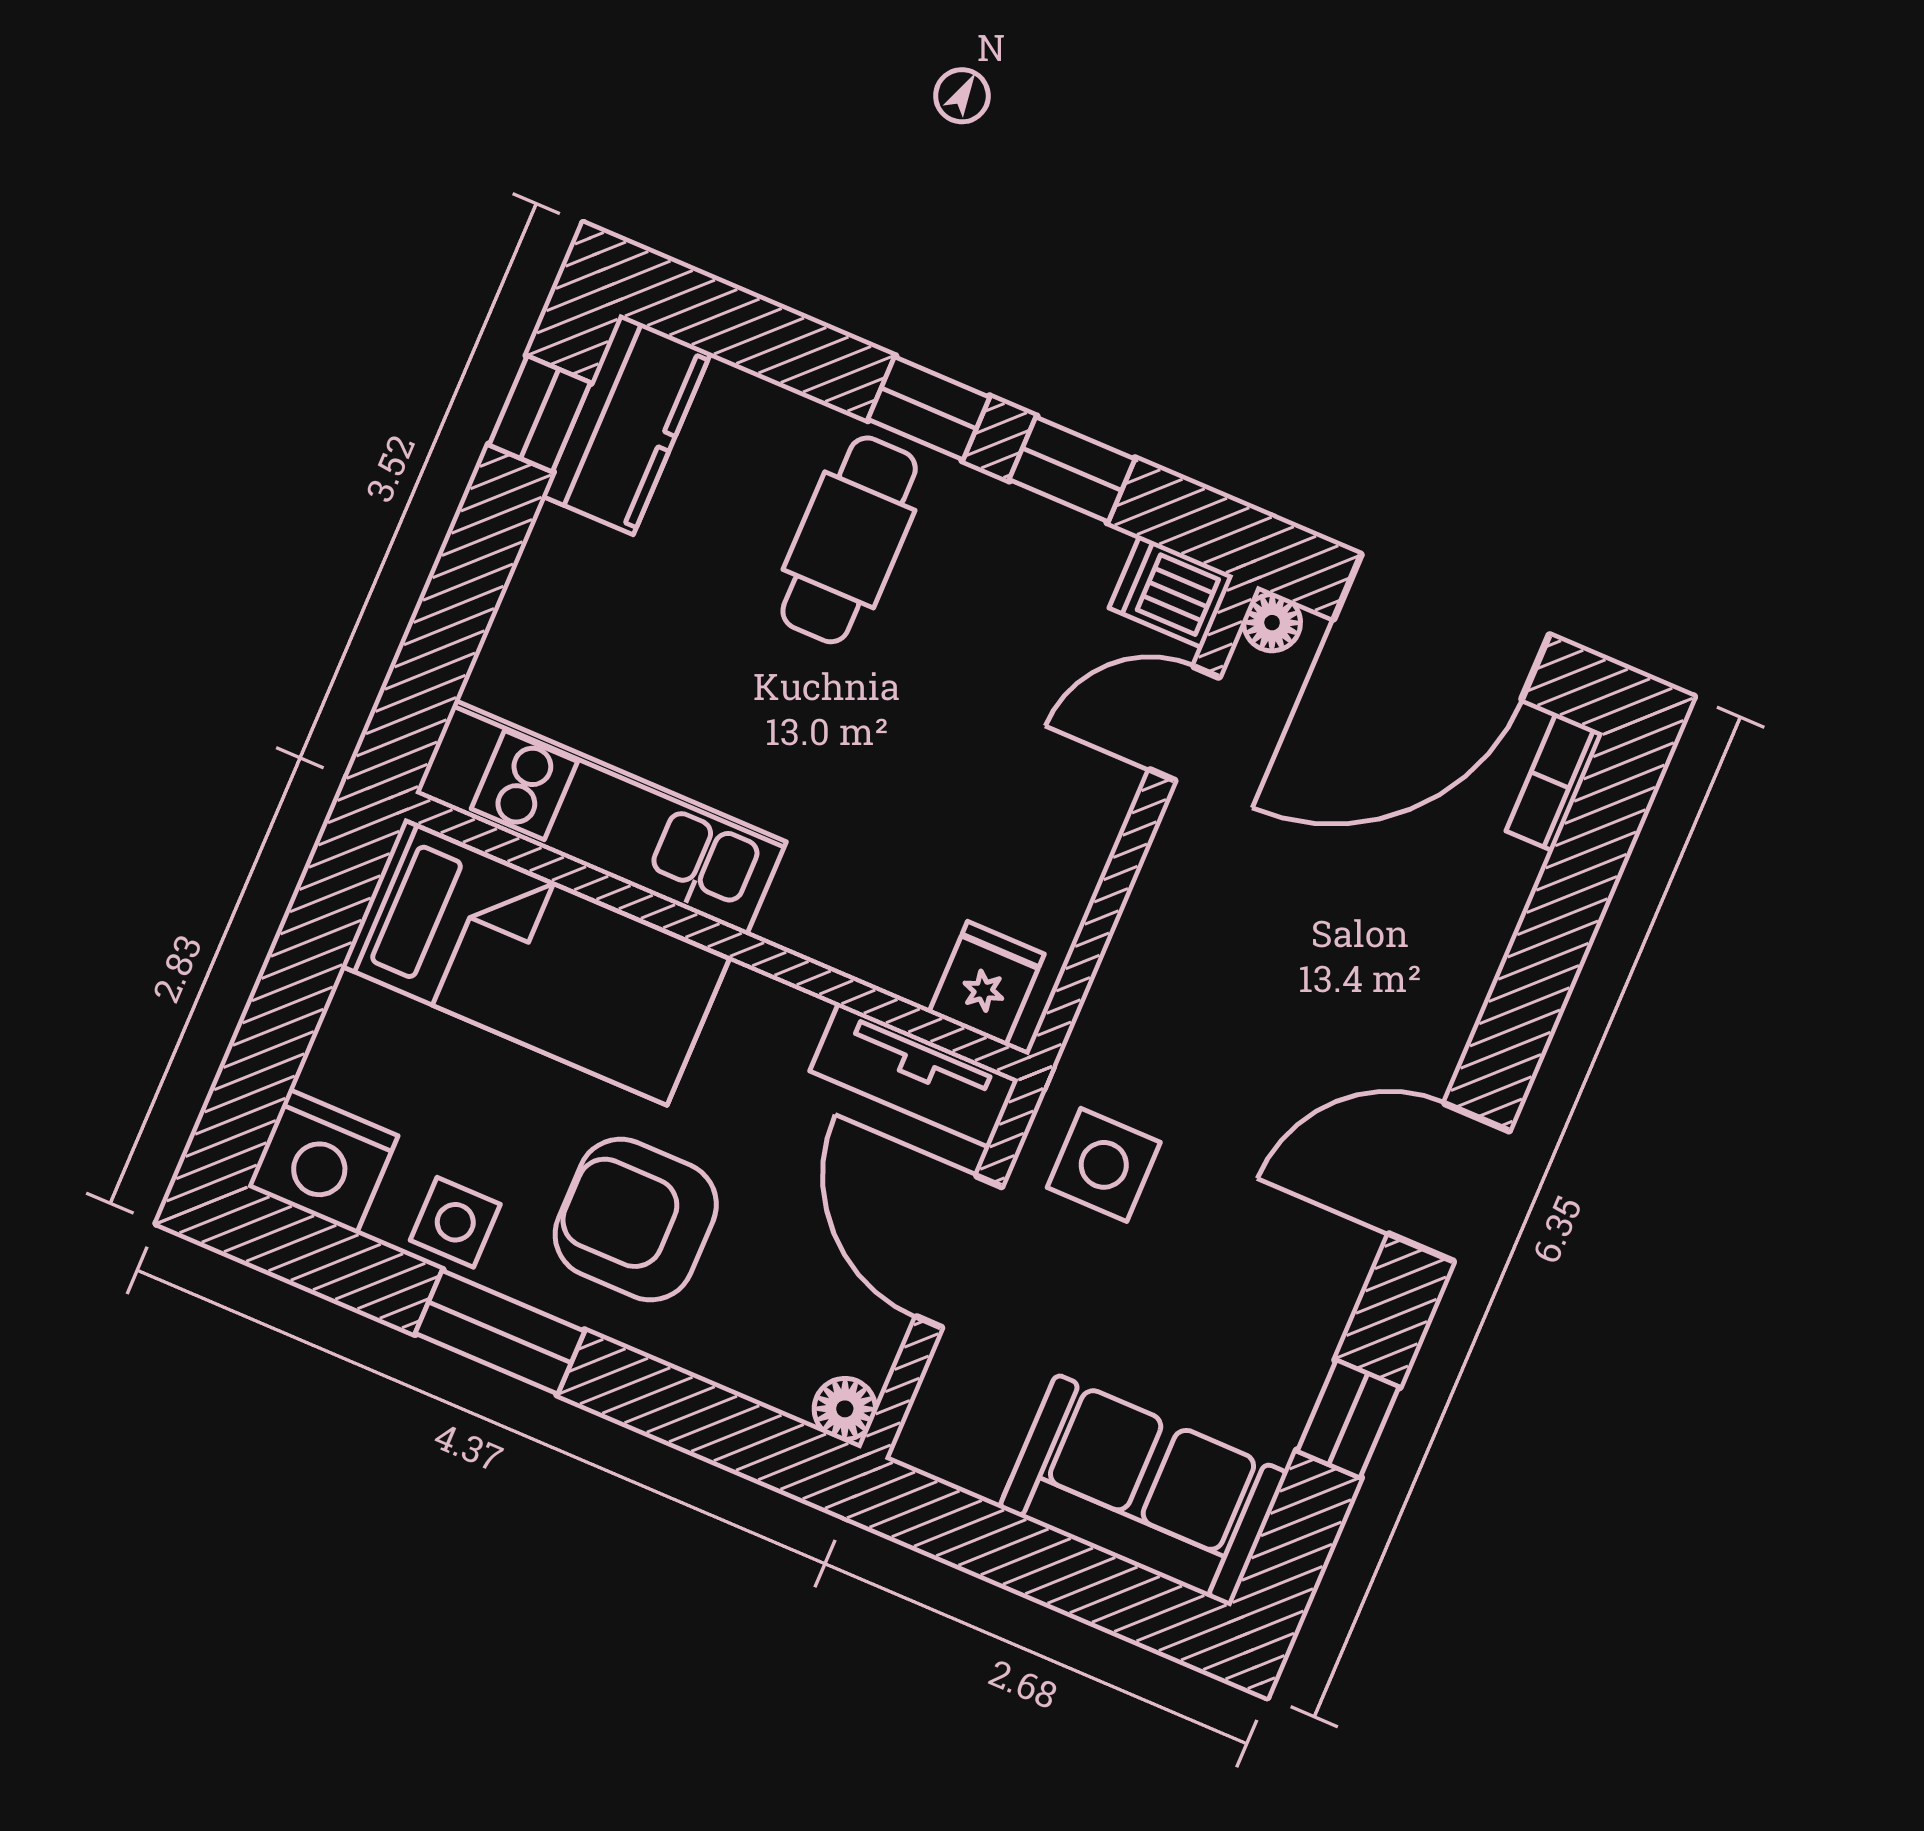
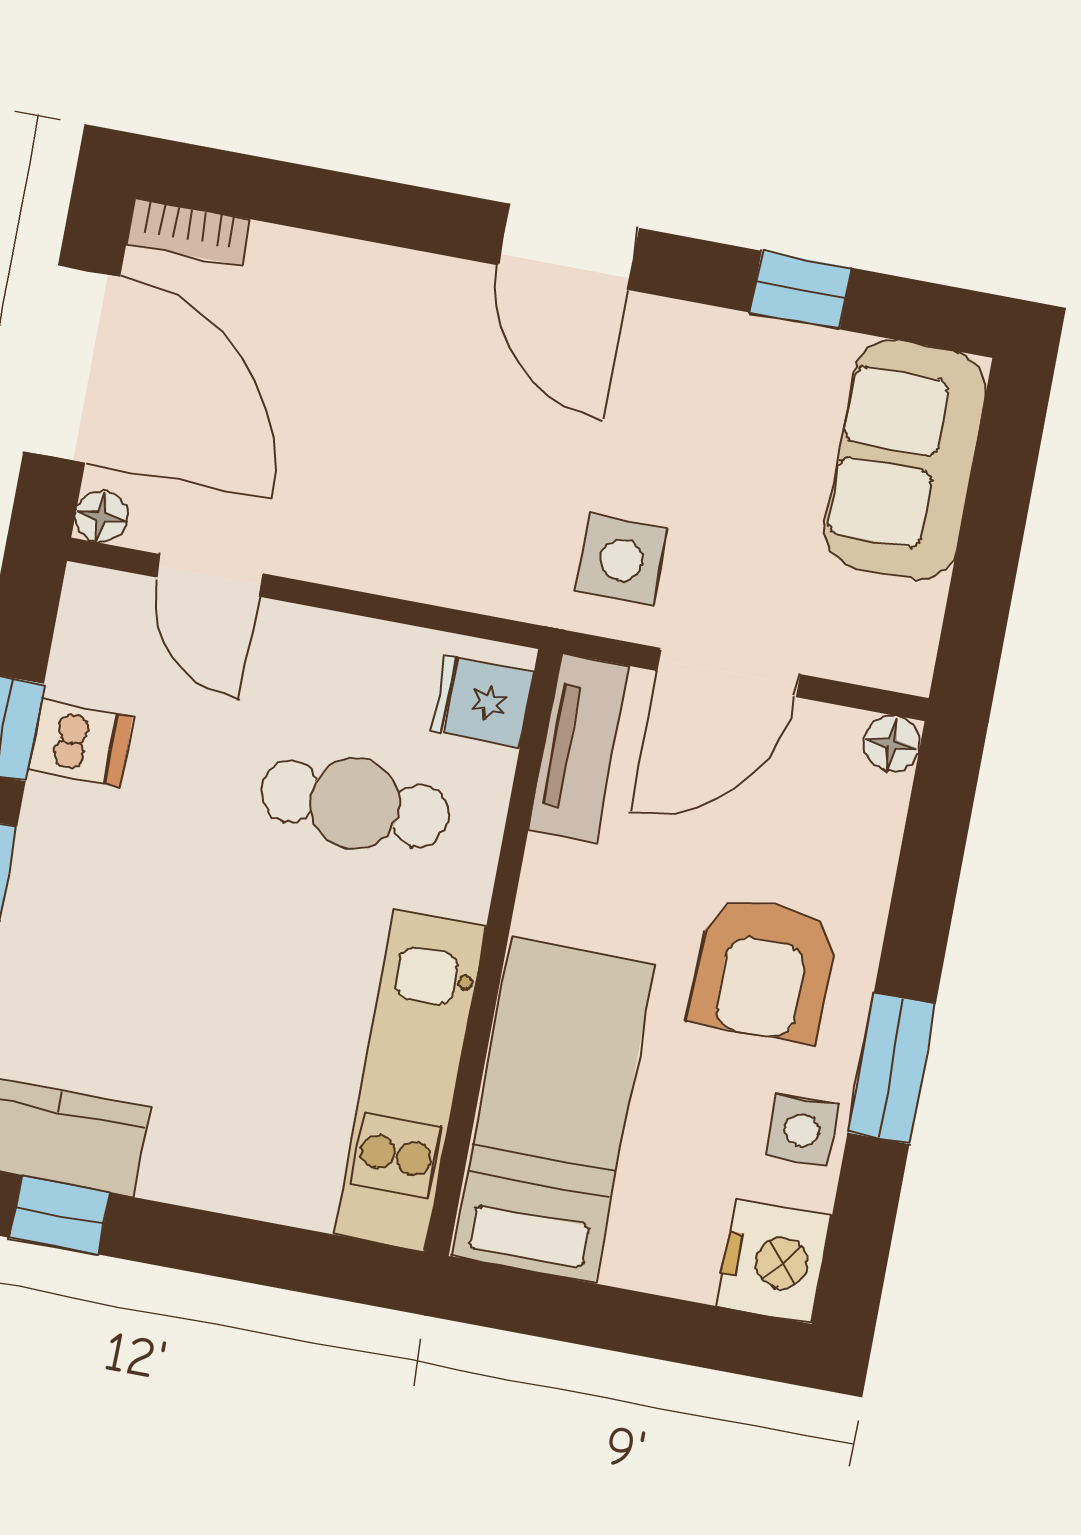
cafe table: (849, 540) -> (355, 804), moved
dishwasher: (1171, 592) -> (80, 743), moved, turned -90

